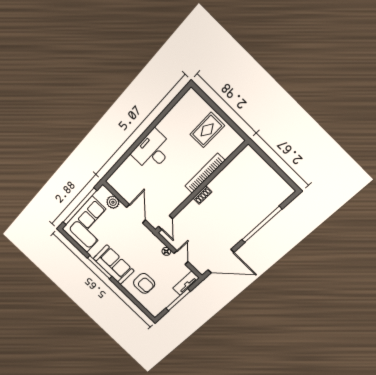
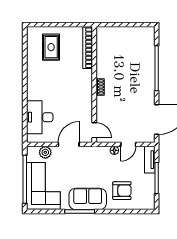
rug: (207, 130) -> (51, 47), moved
desk: (152, 151) -> (40, 117), moved
bookcase: (205, 173) -> (88, 48), moved
door: (136, 214) -> (69, 144), hinge flipped
door: (181, 258) -> (128, 144), swing flipped

